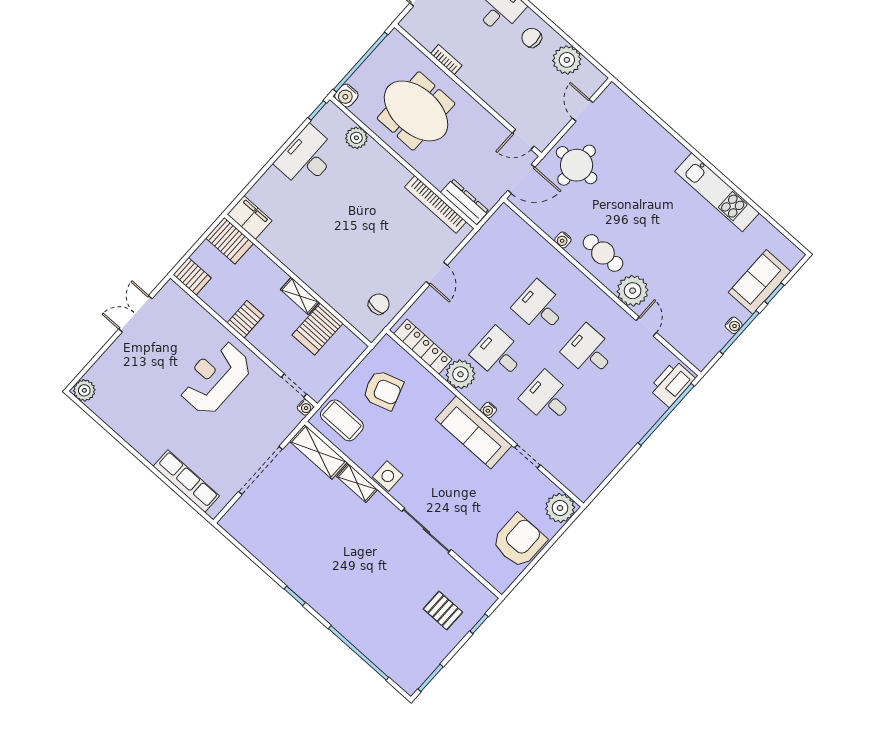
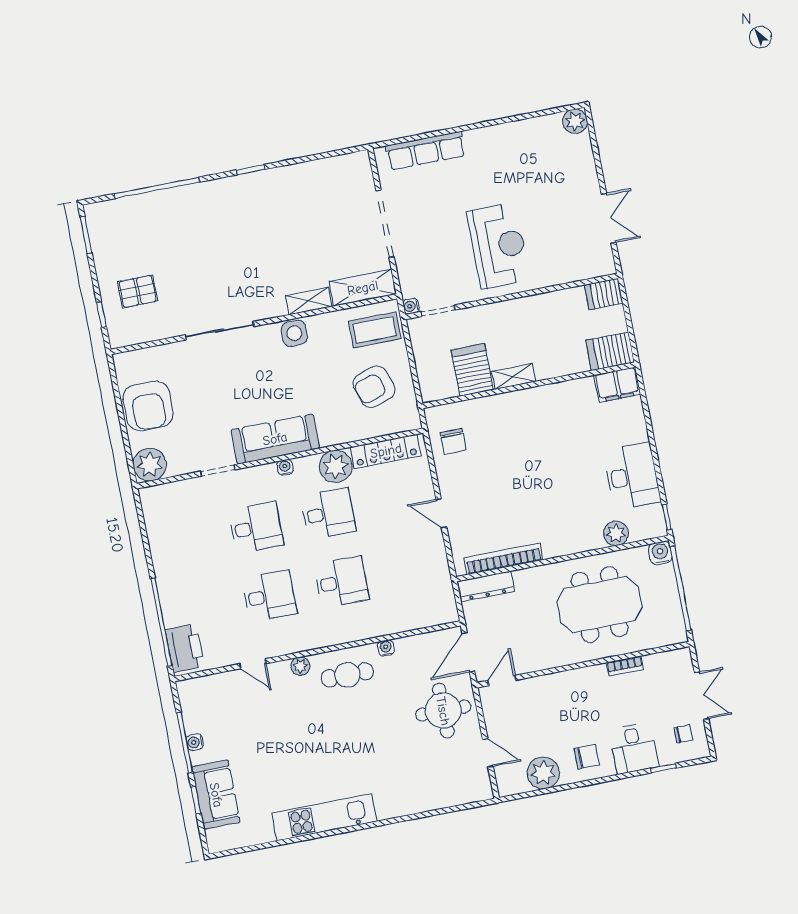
plant: (633, 291) -> (300, 666), width x0.53, depth x0.53
server rack: (245, 319) -> (530, 312), removed

